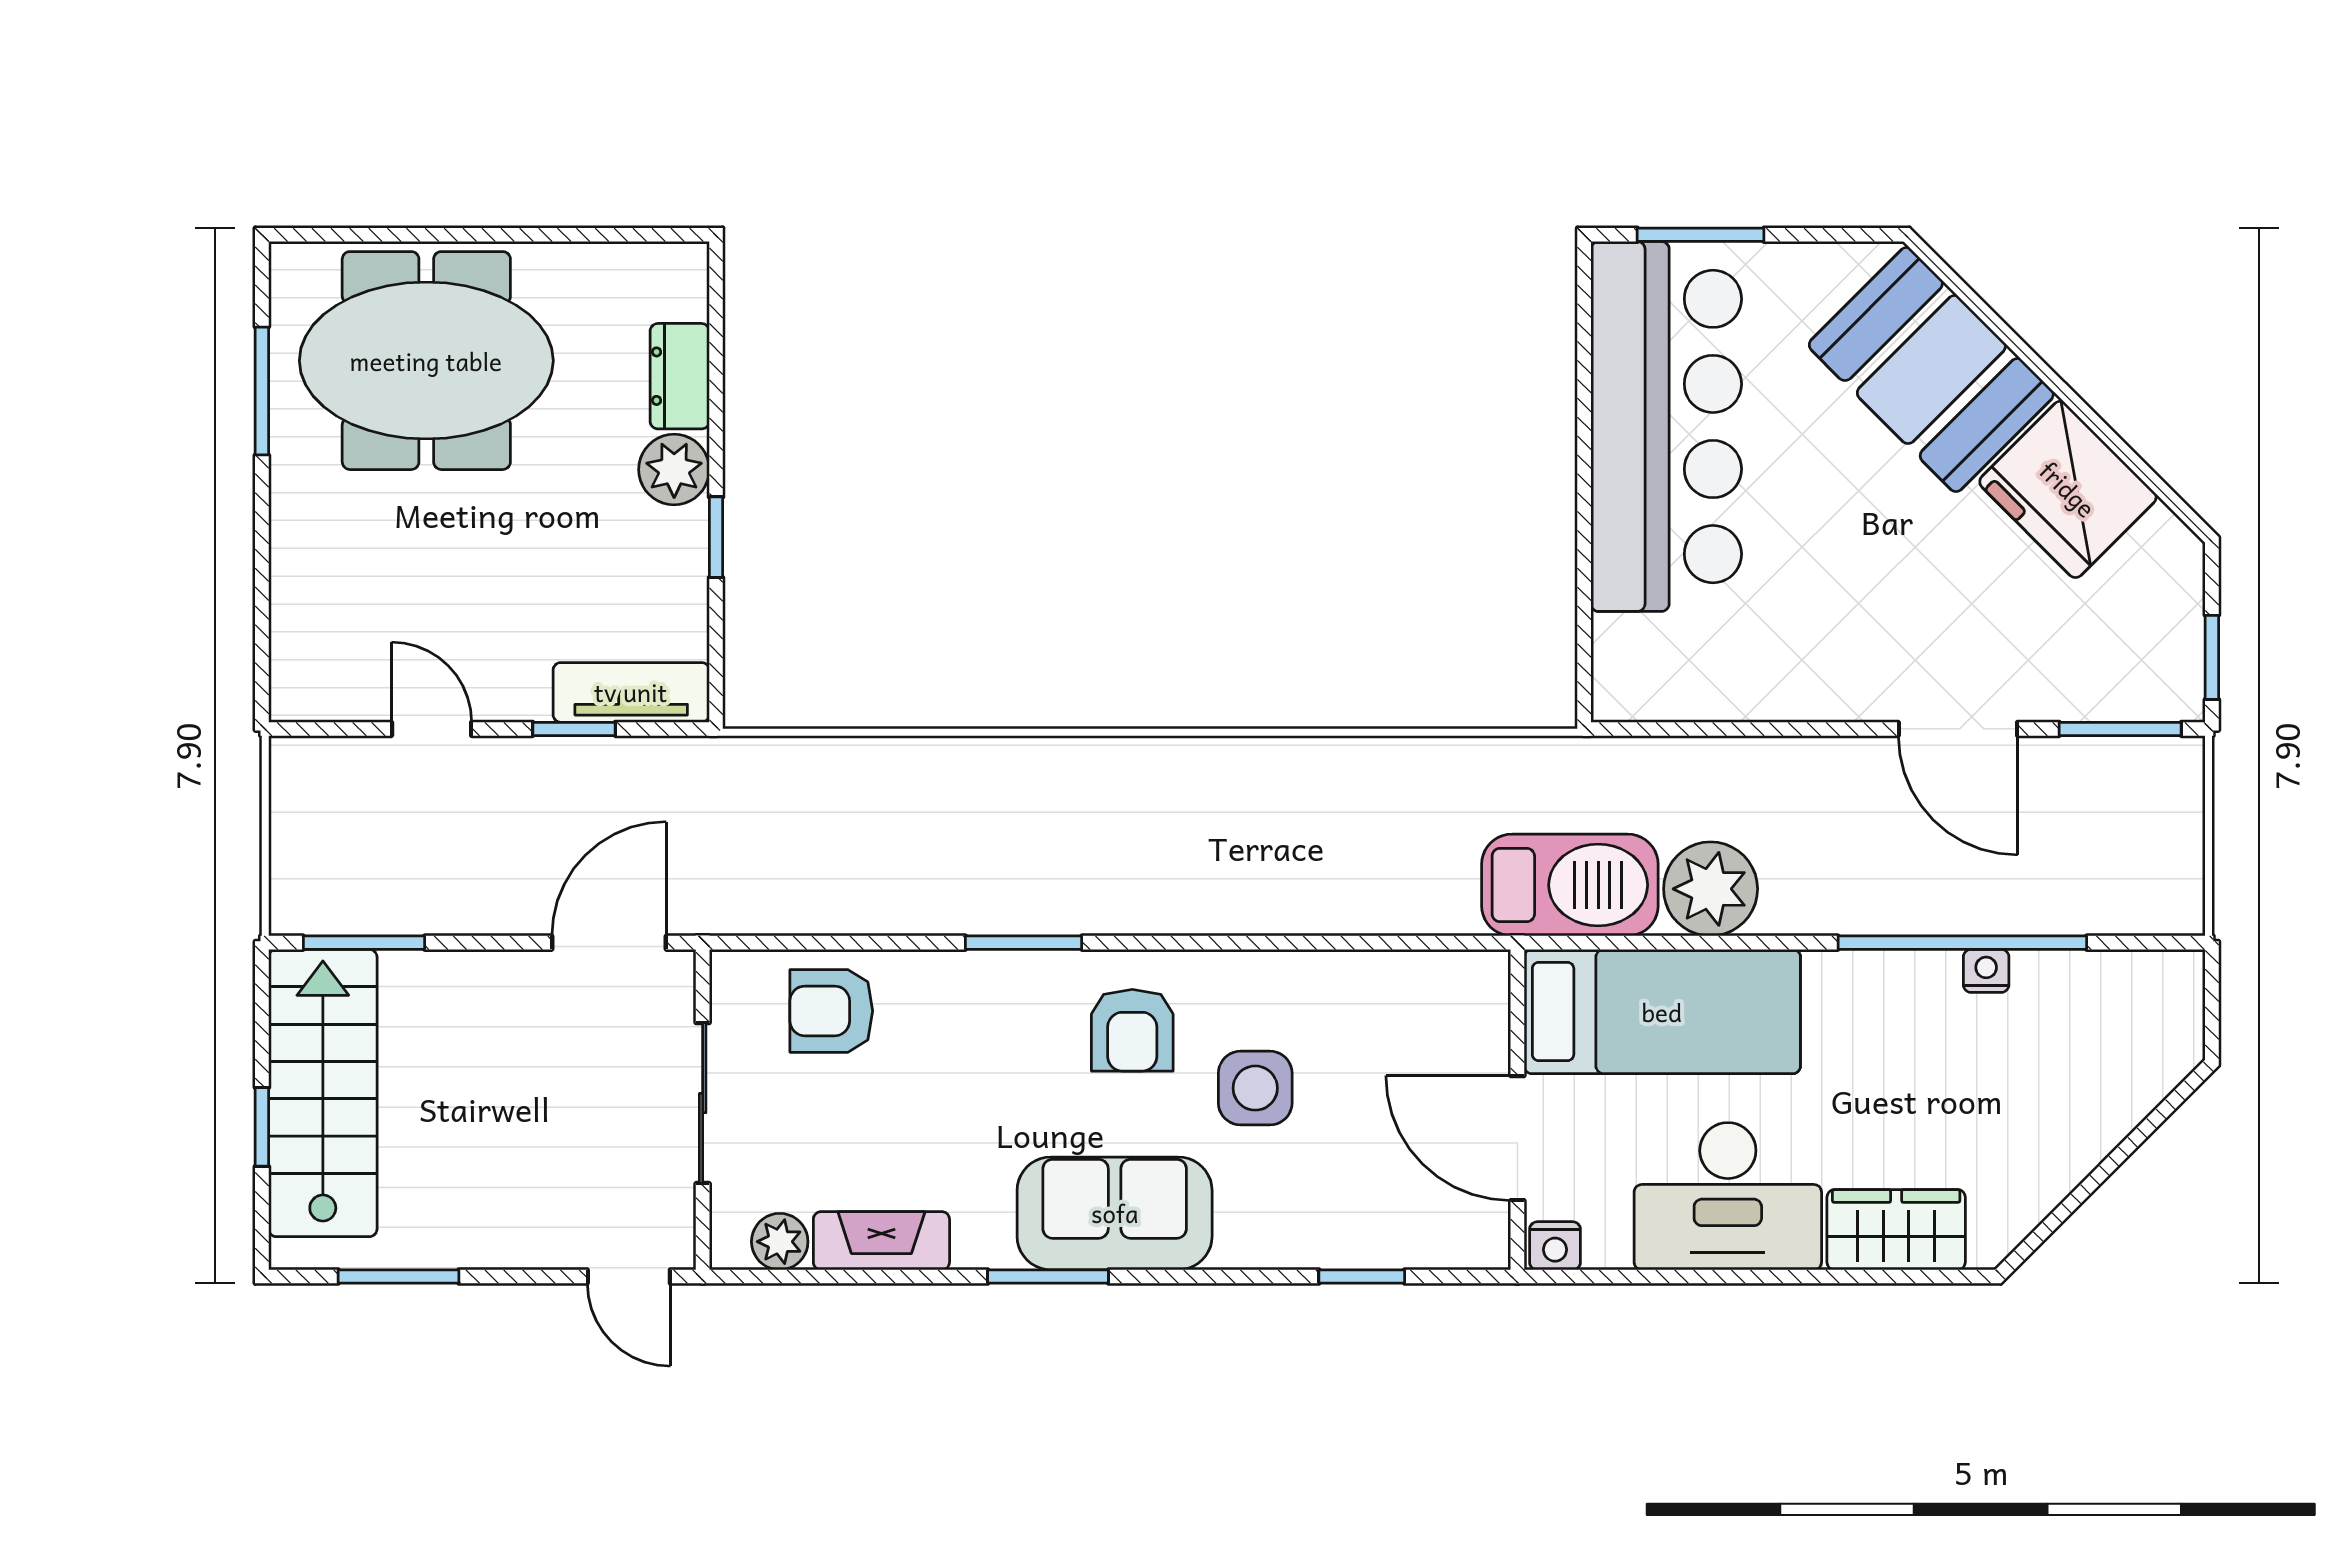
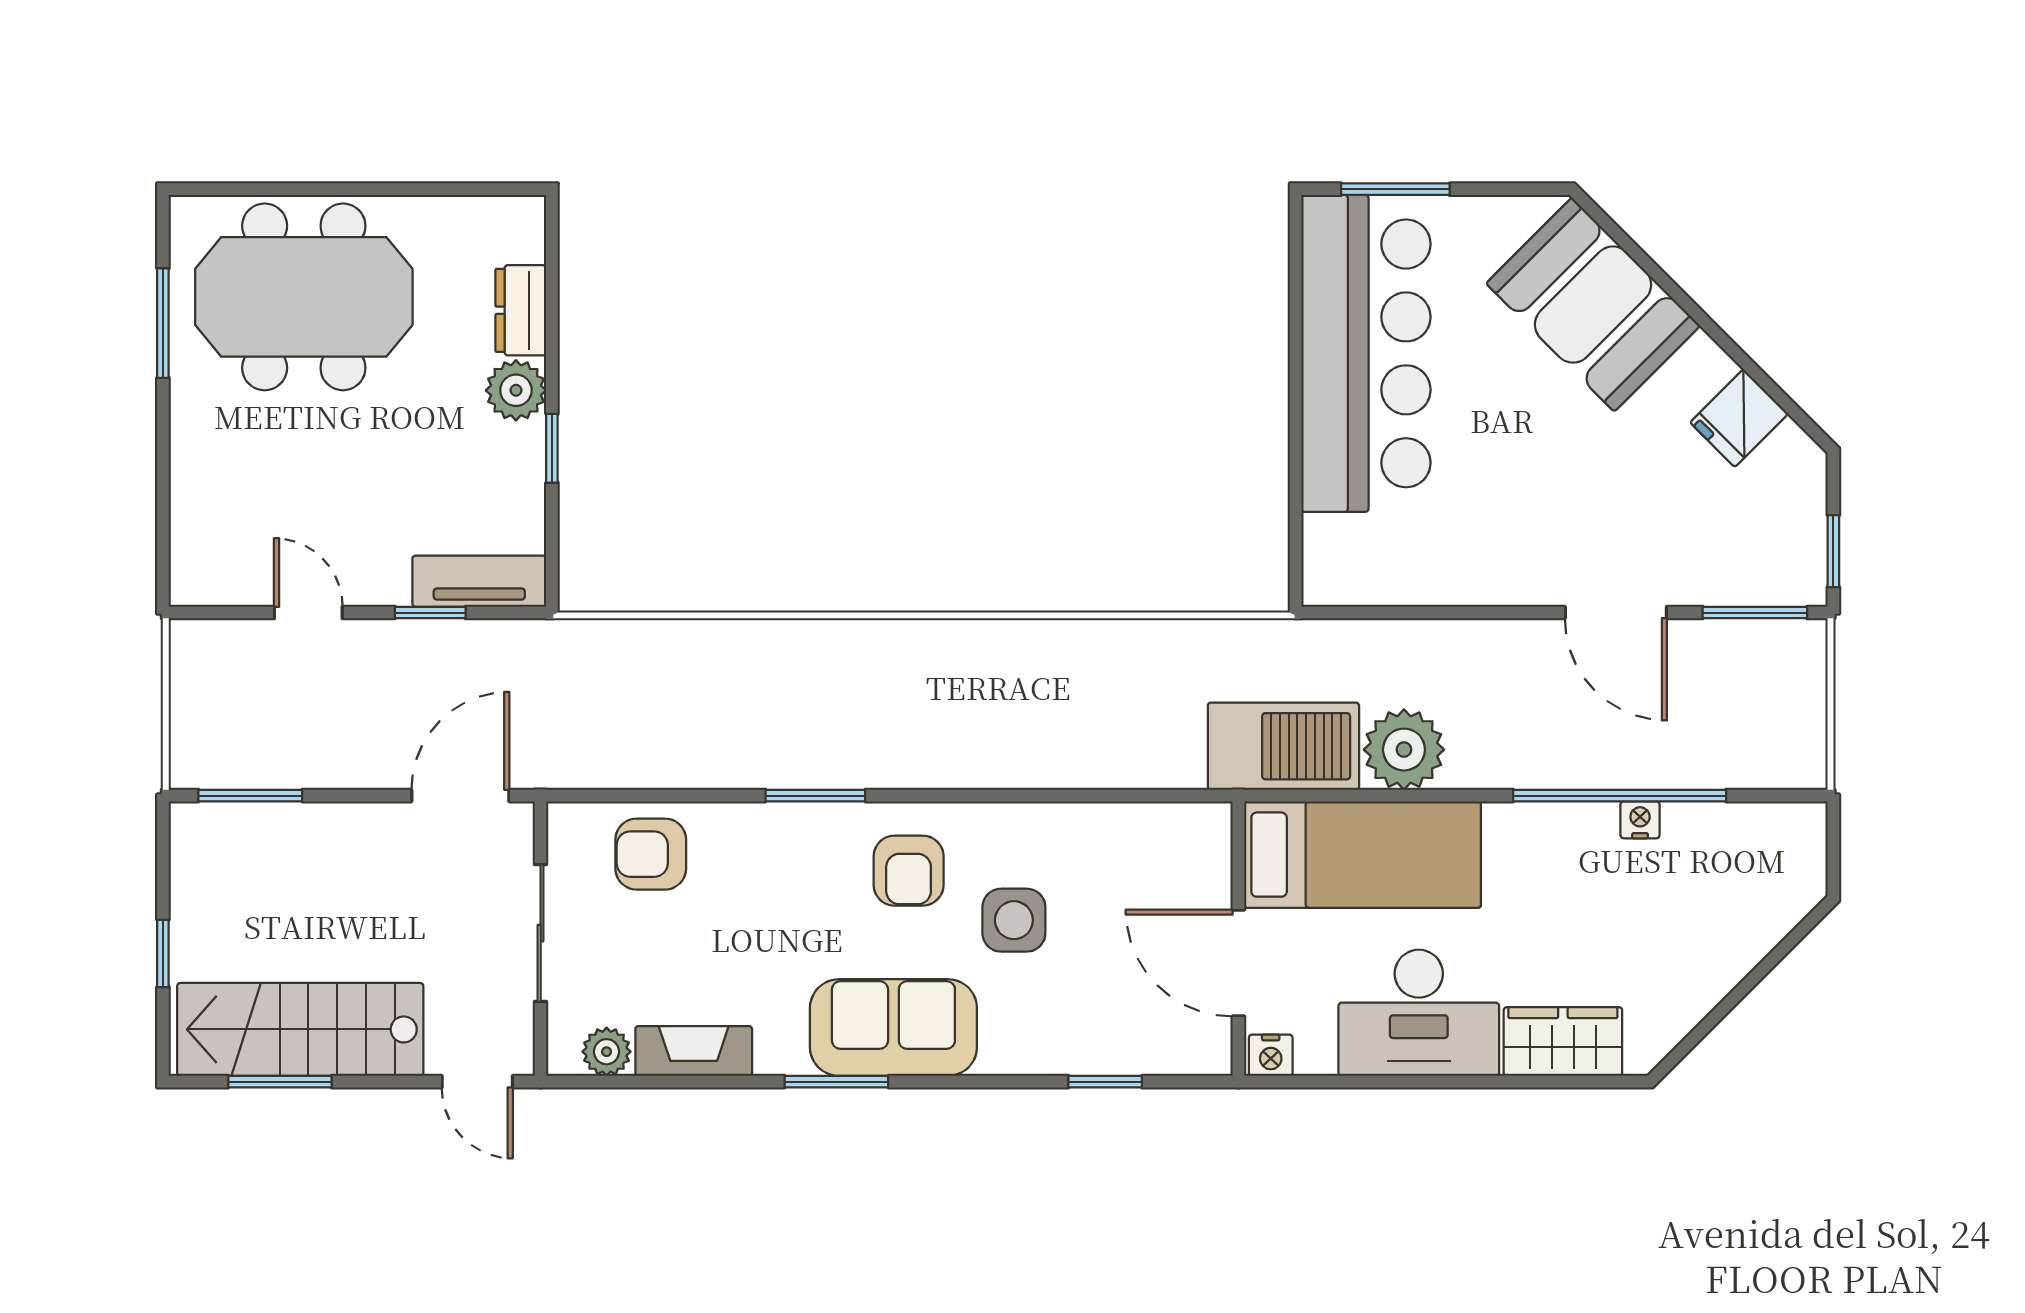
fridge: (2068, 489) -> (1739, 418), width x0.53, depth x0.75
stairs: (323, 1093) -> (300, 1029), moved, turned -90

